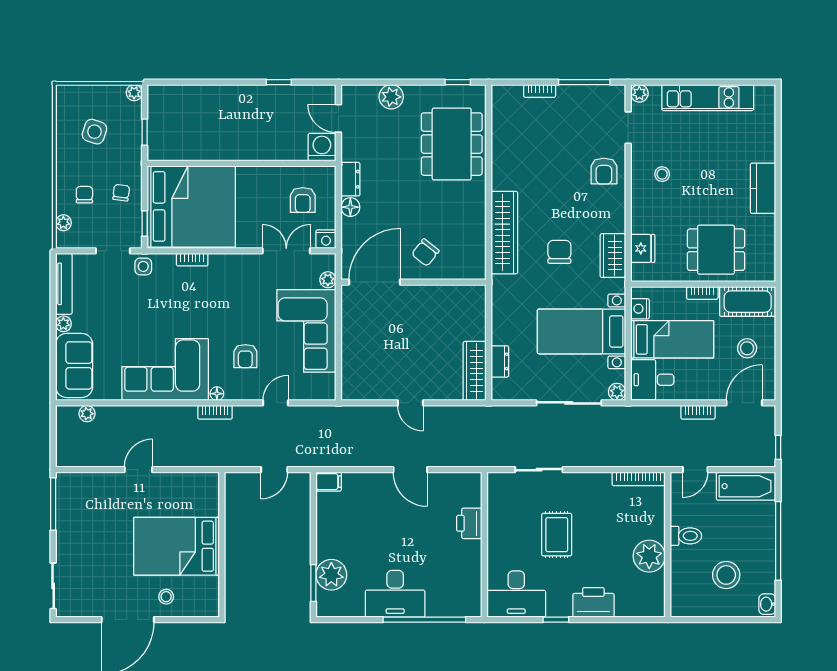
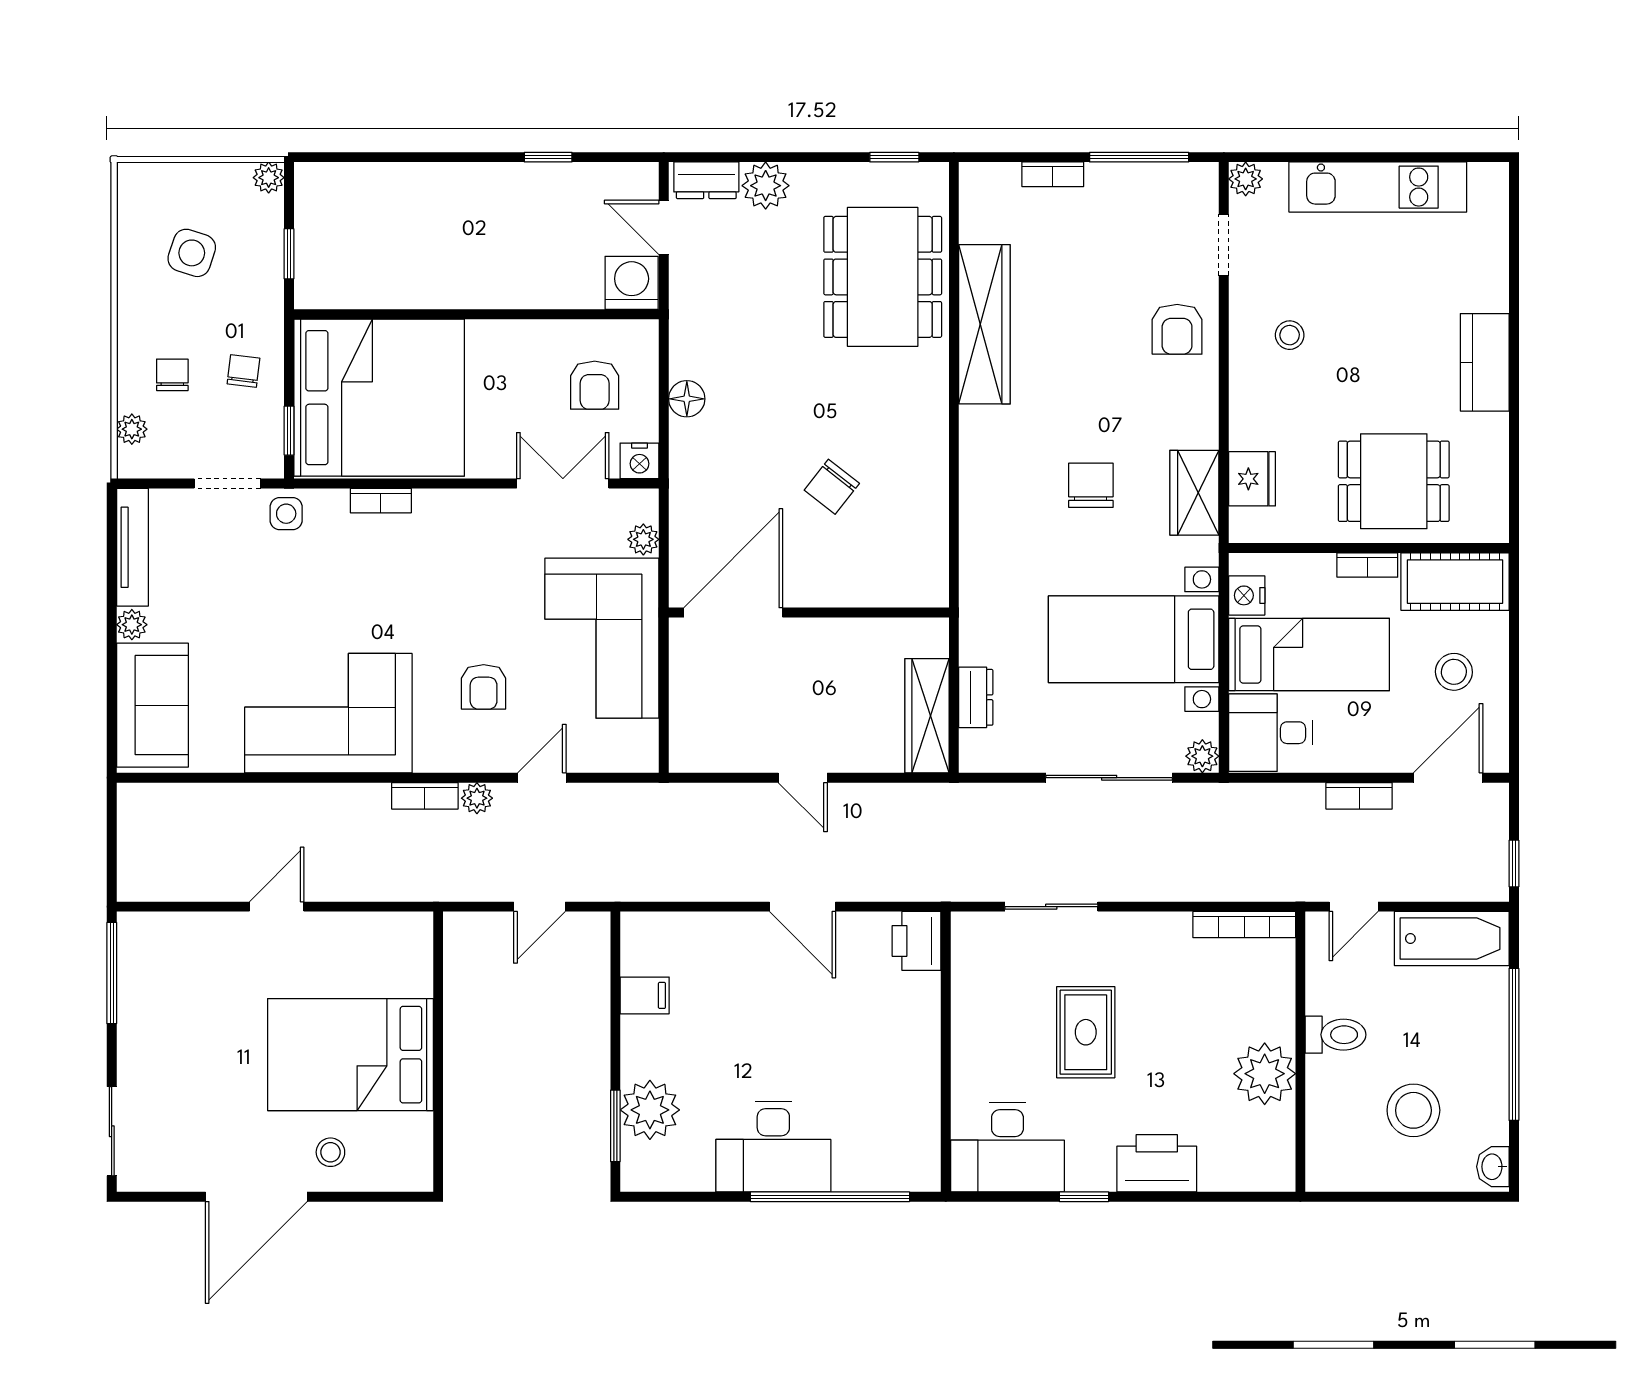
dresser: (350, 179) -> (706, 180), moved, turned 90
wardrobe: (504, 233) -> (984, 324), moved
door: (374, 282) -> (733, 612), moved
wall: (414, 282) -> (809, 612), moved
floor lamp: (217, 394) -> (428, 760), removed
plant: (87, 414) -> (477, 798), moved
filing cabinet: (329, 482) -> (645, 995), moved
printer: (469, 523) -> (917, 941), moved

